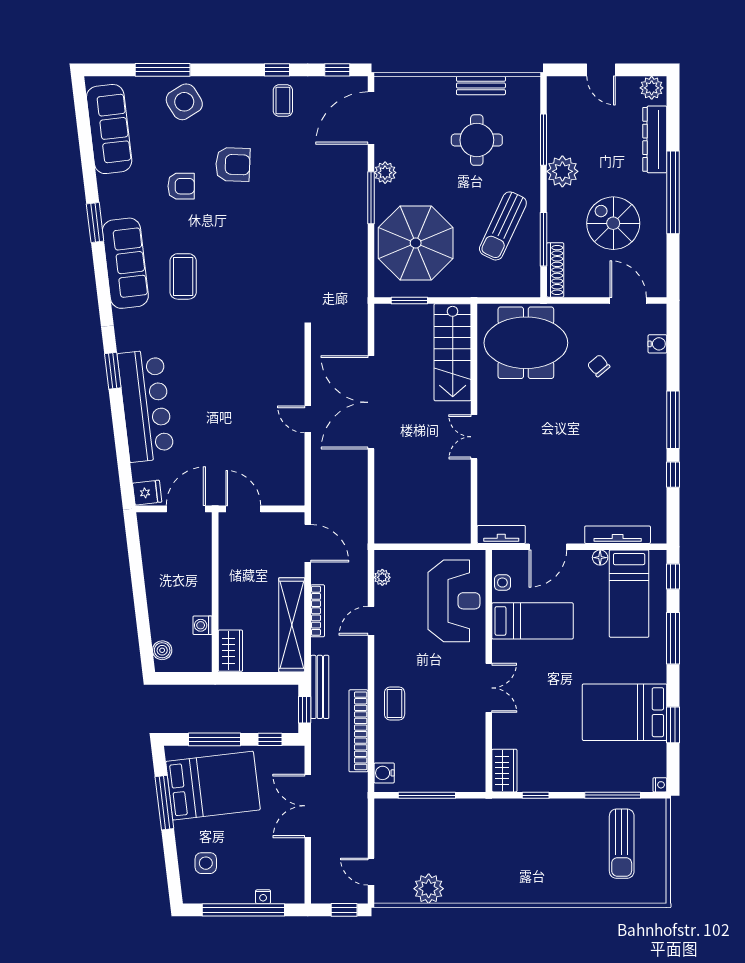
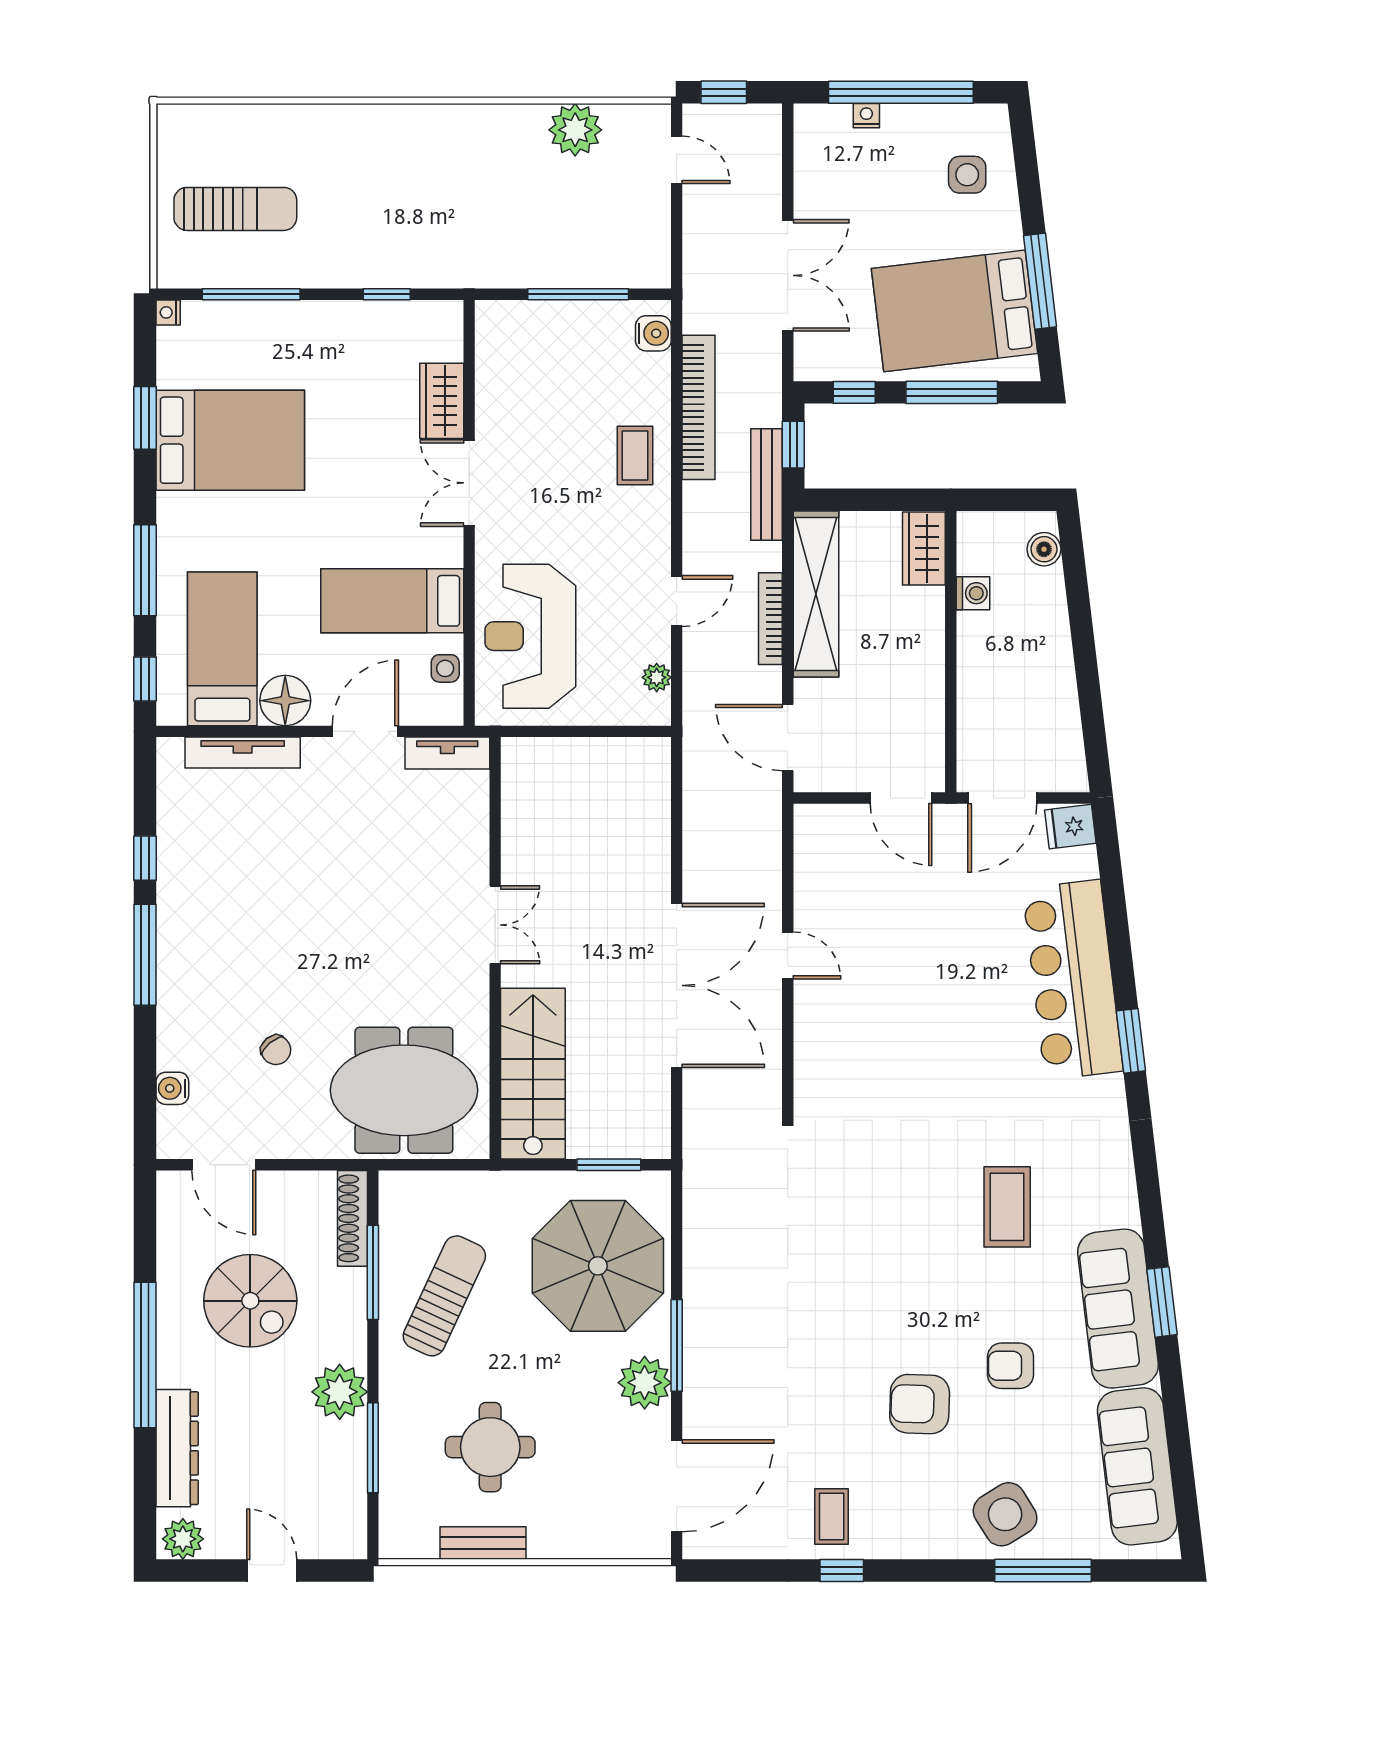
window: (337, 70) -> (736, 1570), removed
plant: (385, 173) -> (645, 1383), width x1.36, depth x1.36
sofa: (125, 263) -> (1118, 1309), moved
floor lamp: (600, 558) -> (285, 701), width x1.89, depth x1.89
wardrobe: (504, 771) -> (442, 401), moved
sun lounger: (622, 844) -> (235, 209), turned 90

